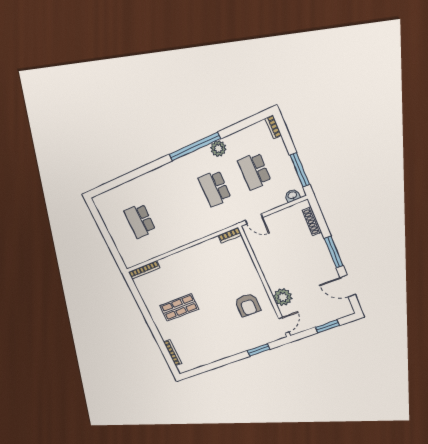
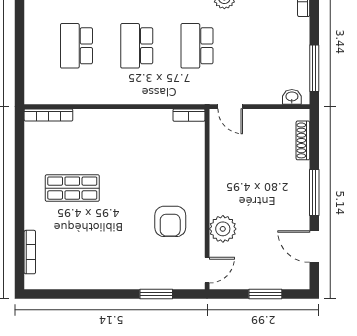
school desk: (254, 171) -> (137, 46), moved

